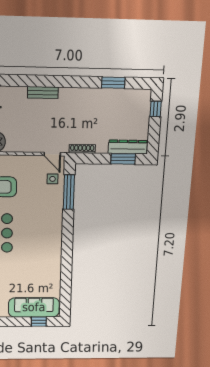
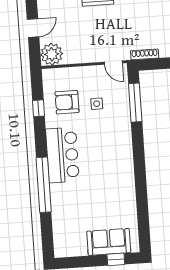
side table: (53, 179) -> (97, 104), moved
sofa: (34, 307) -> (109, 242), width x0.73

